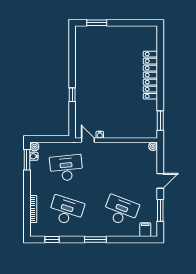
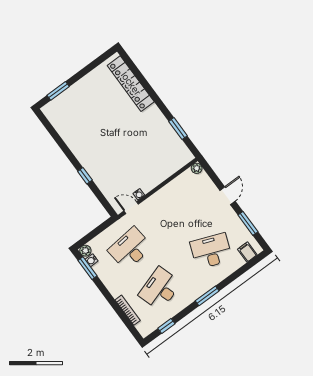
locker: (150, 75) -> (131, 84), moved
window: (160, 121) -> (178, 129), moved
desk: (66, 211) -> (160, 289), turned -36

